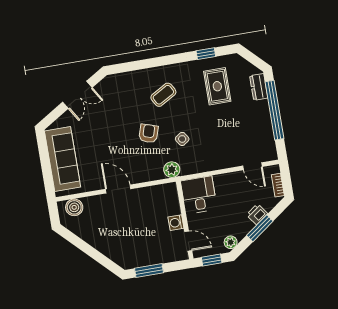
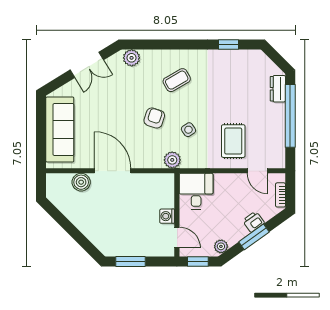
plant: (118, 81) -> (132, 58), added
rug: (217, 86) -> (233, 141), moved
door: (118, 189) -> (113, 171), width x1.36
boiler: (74, 207) -> (81, 182), moved

